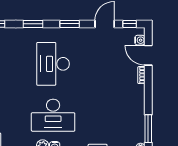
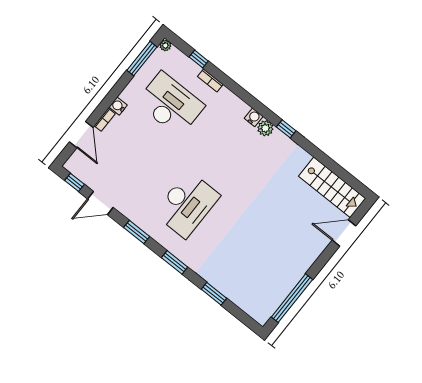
water cooler: (140, 40) -> (118, 106), moved
desk: (53, 115) -> (170, 104), moved

